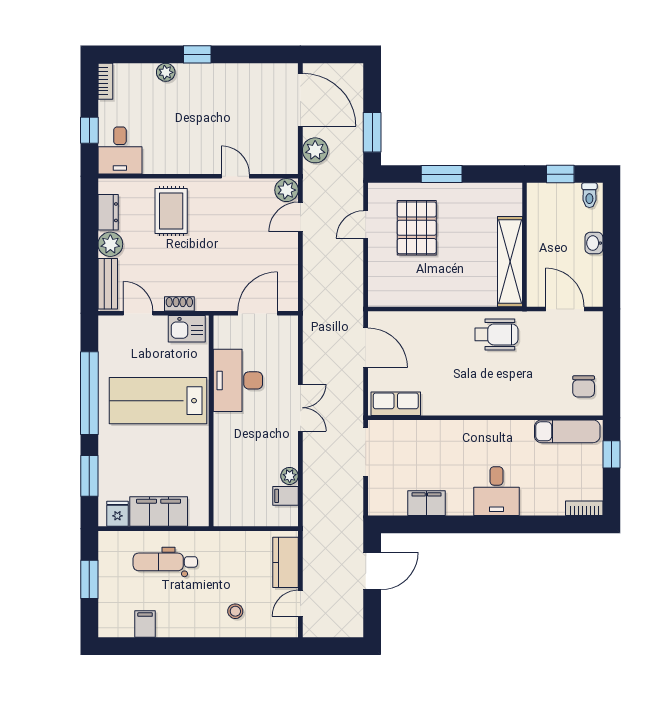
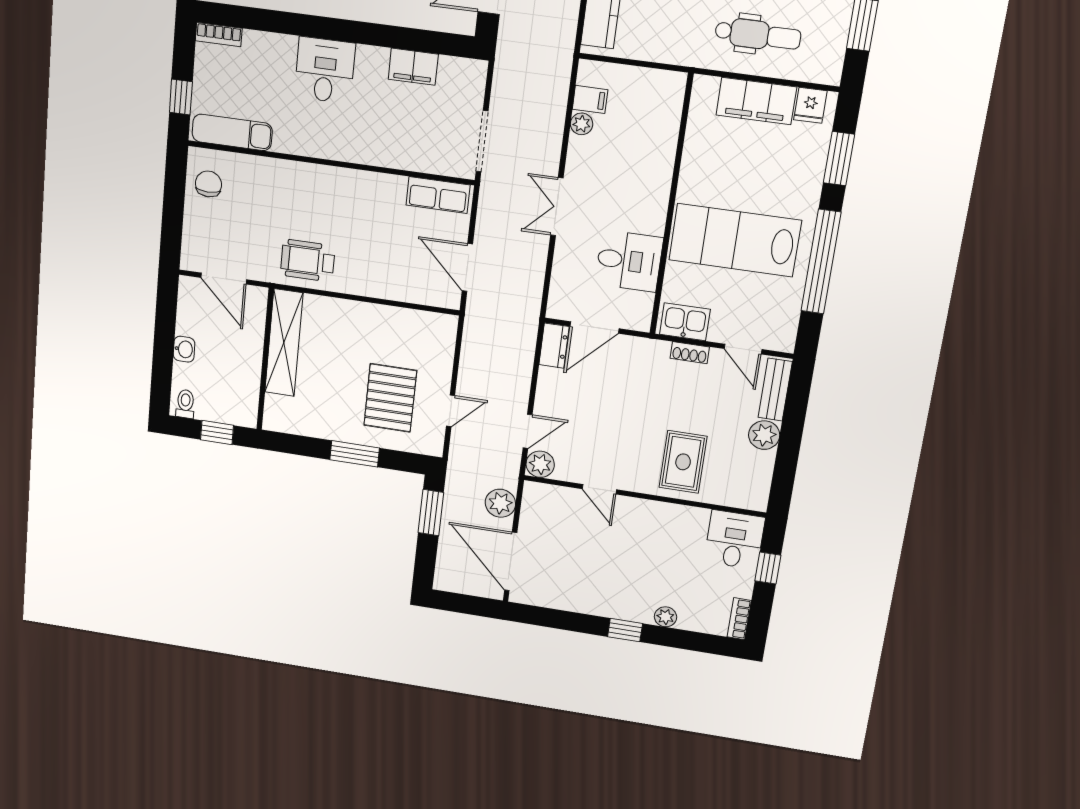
dresser: (108, 212) -> (554, 346), moved, turned 180
desk: (238, 380) -> (629, 261), width x0.73
lab bench: (158, 401) -> (735, 240), turned 180

